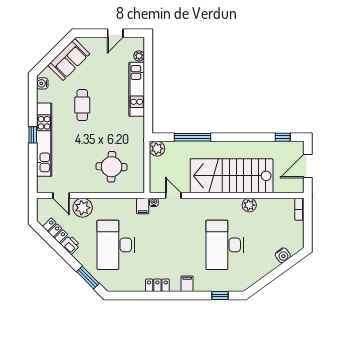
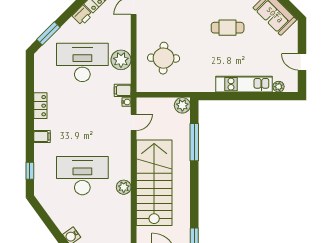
plant: (249, 205) -> (124, 187), moved
plant: (83, 208) -> (121, 60), moved

